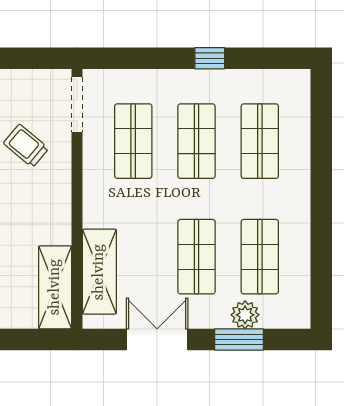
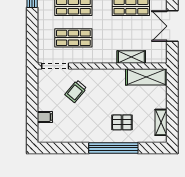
shelving: (99, 272) -> (131, 57), width x0.67, depth x0.75

